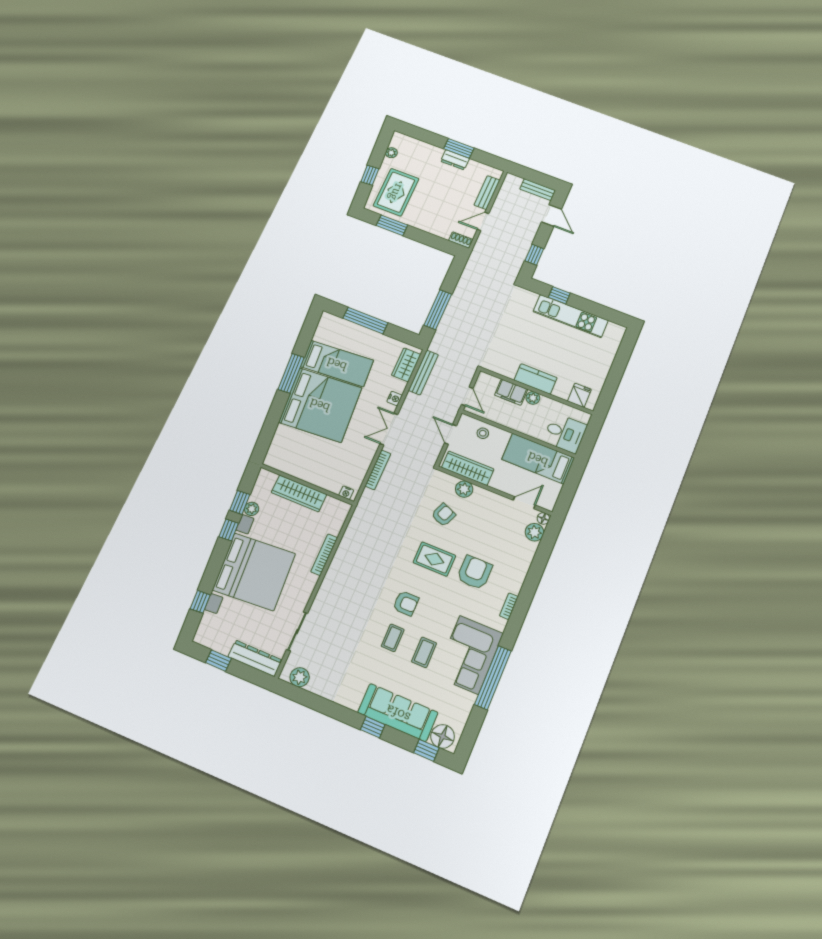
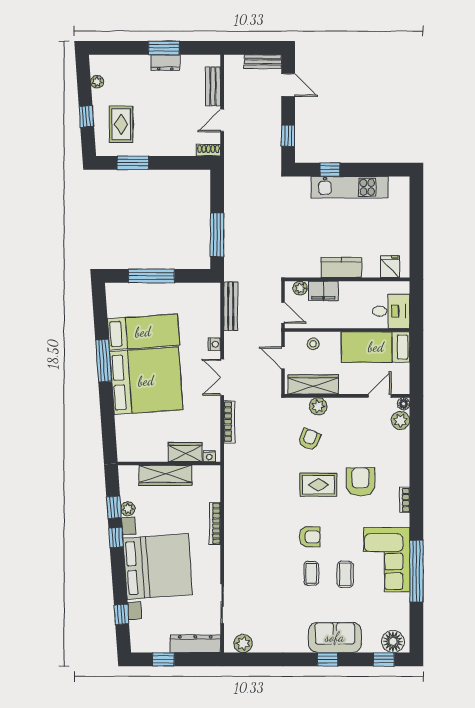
rug: (396, 192) -> (121, 124), width x0.73, depth x0.70
wardrobe: (406, 365) -> (185, 452), moved, turned 90
plant: (533, 398) -> (300, 288), moved
sofa: (398, 713) -> (335, 637), width x0.73

